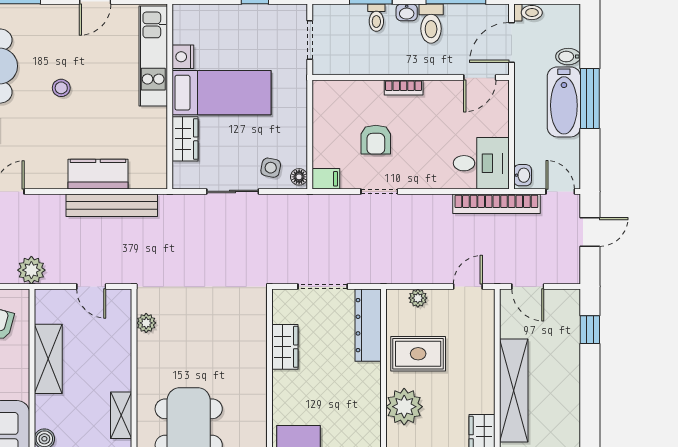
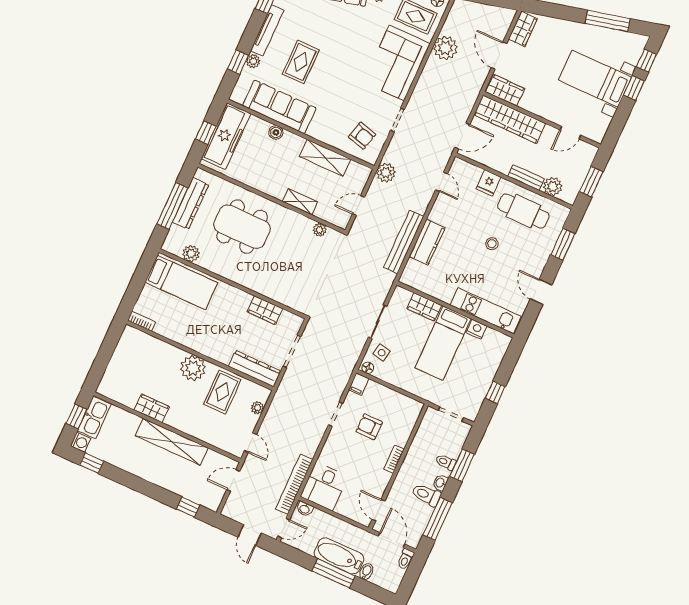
shelving: (121, 415) -> (300, 202), moved

